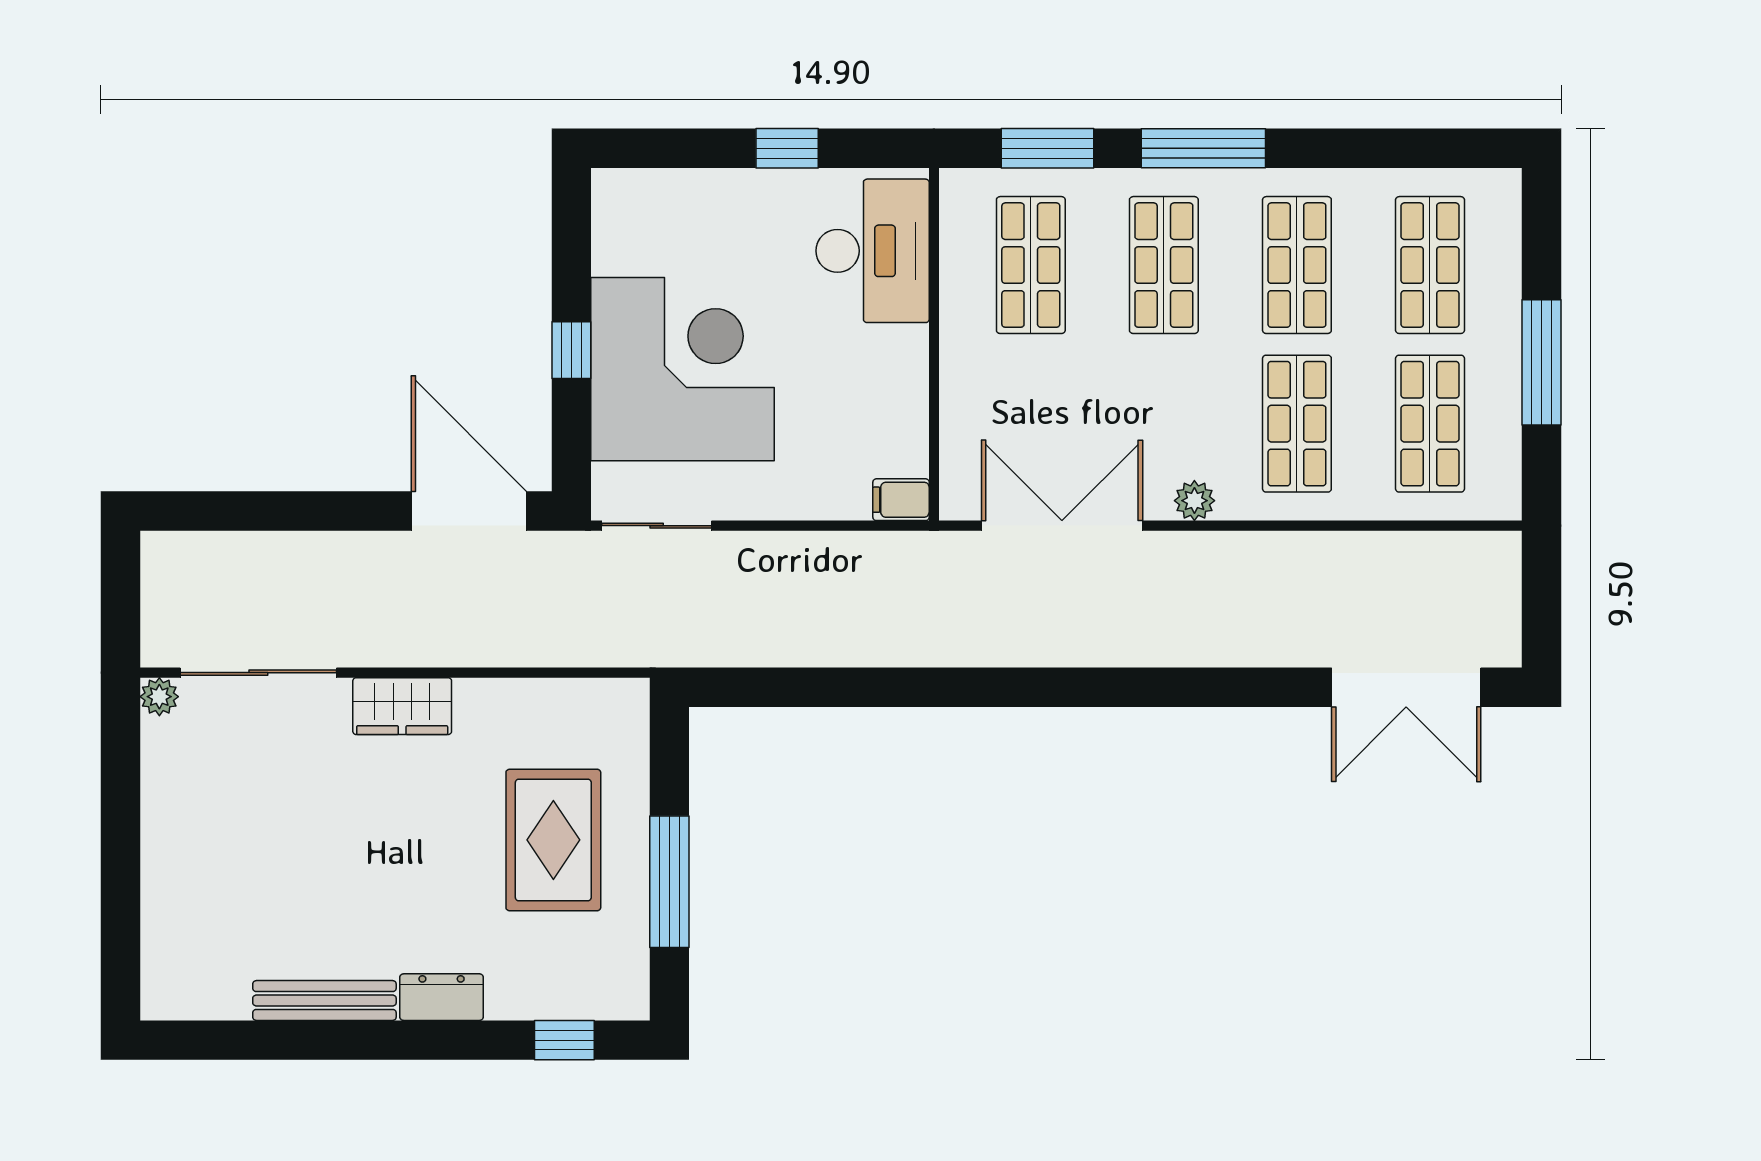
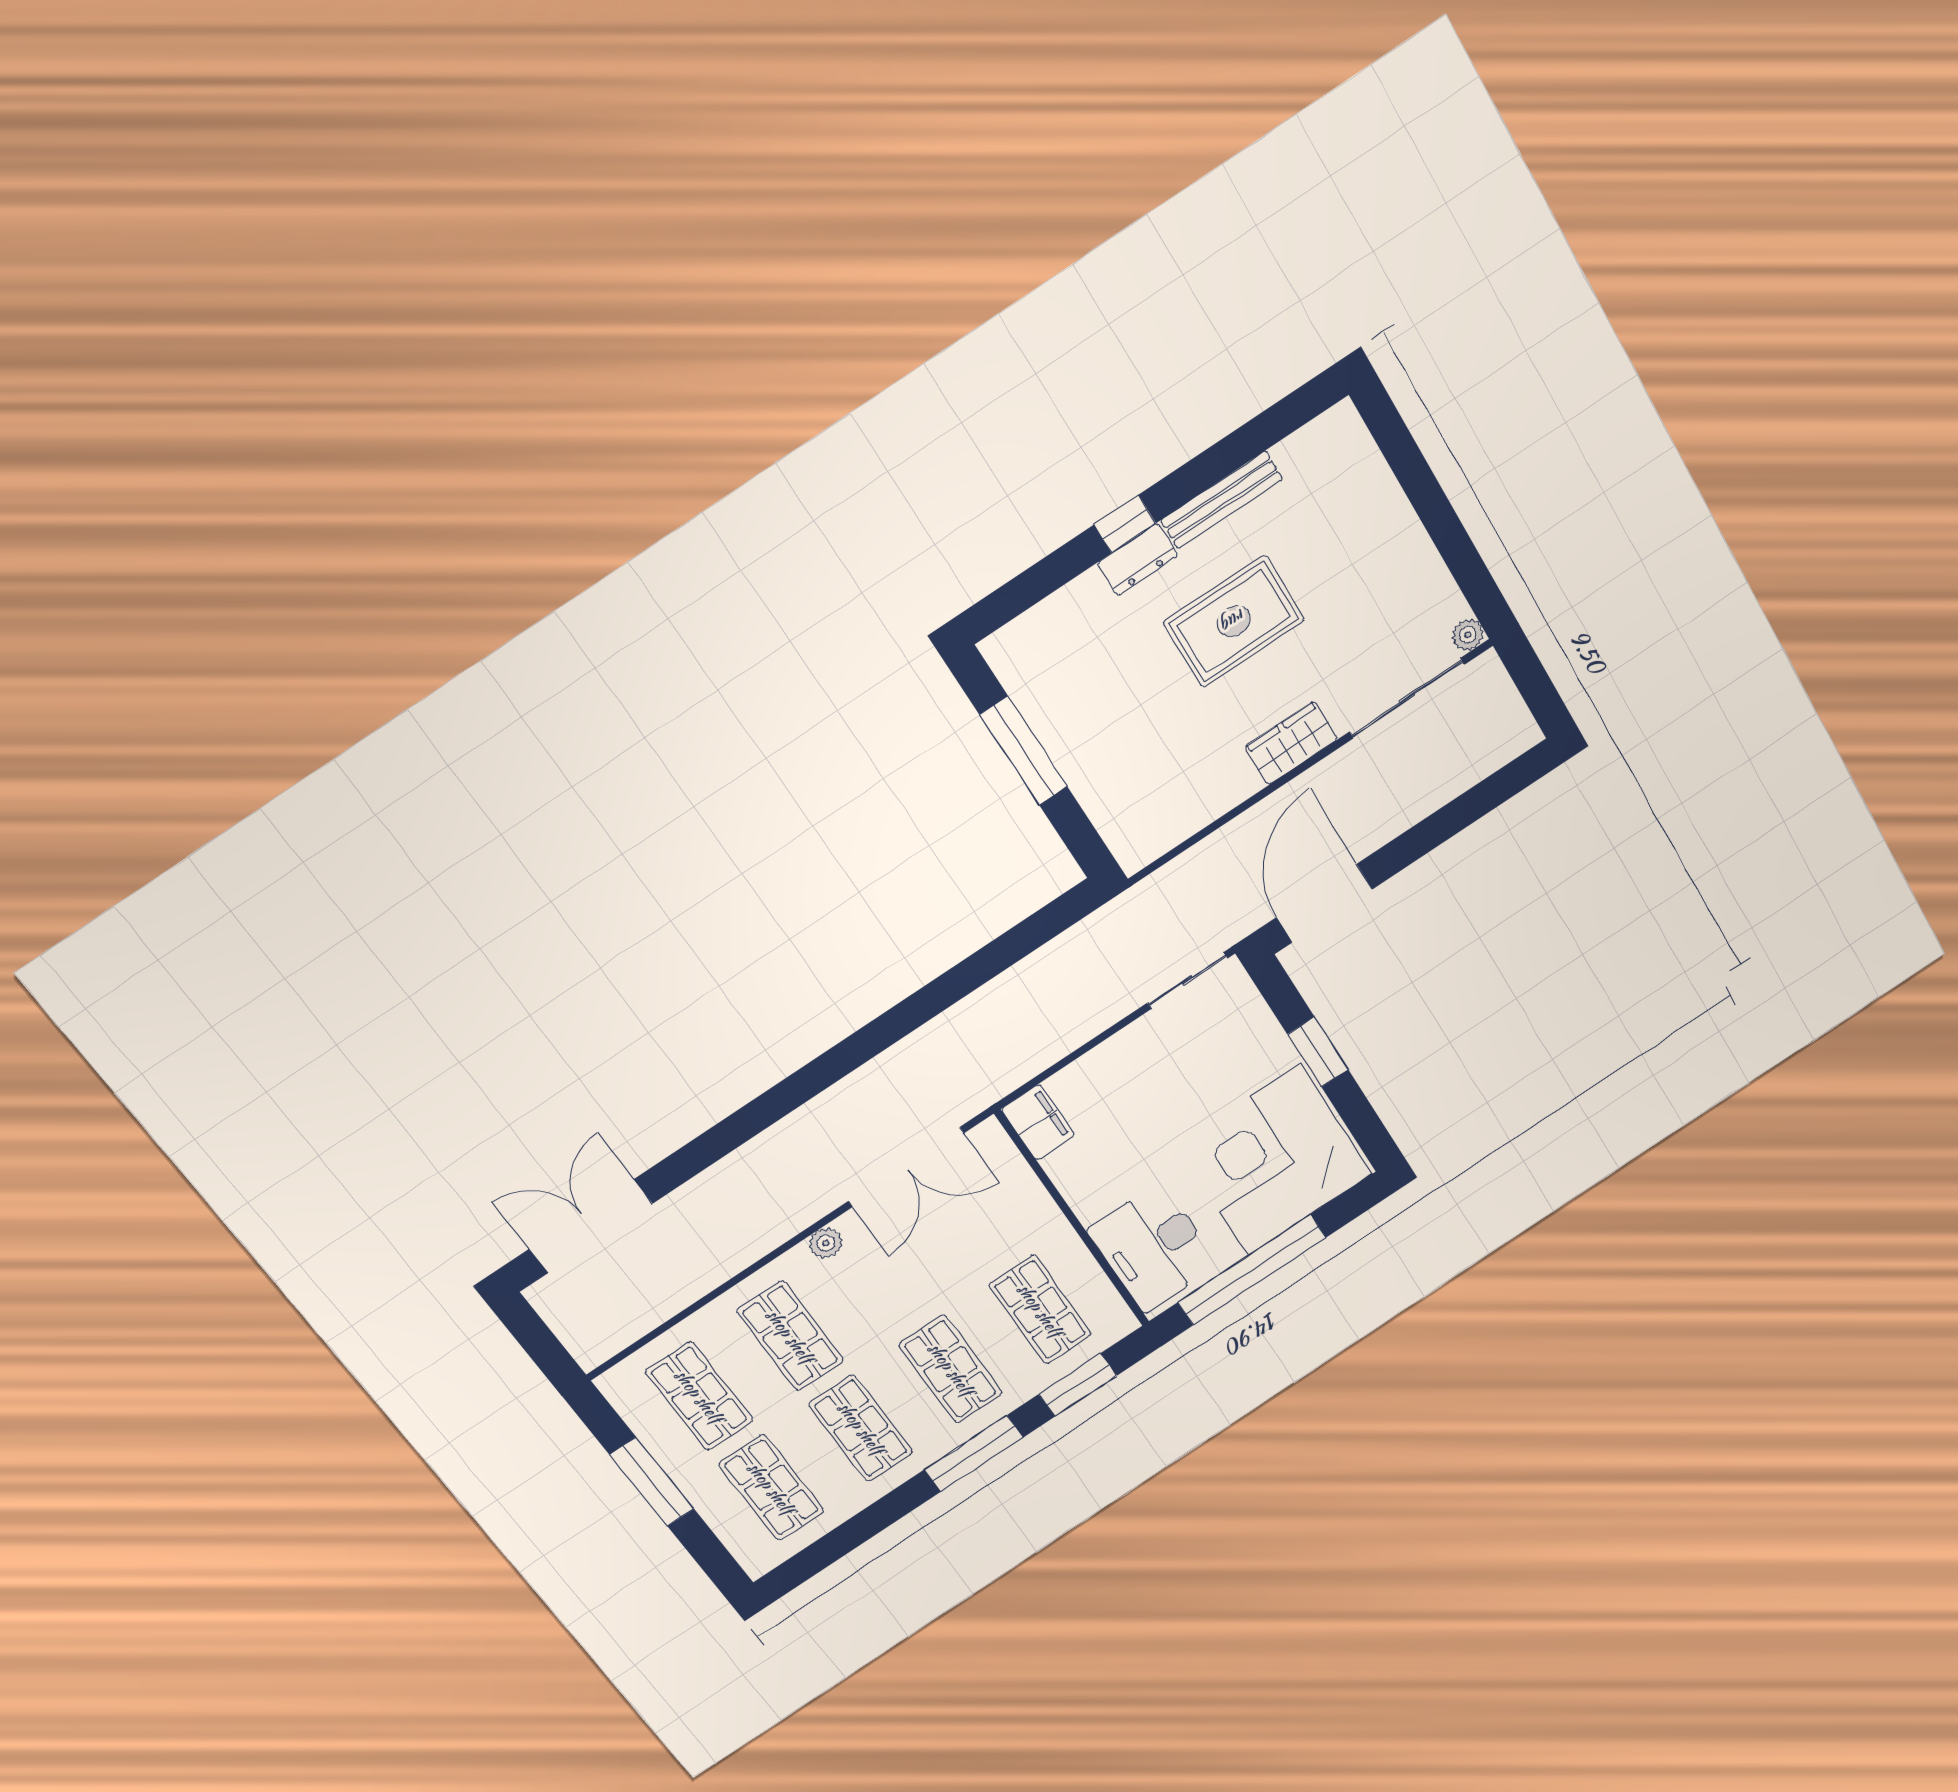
window: (787, 148) -> (1252, 1270), width x3.17
window: (571, 350) -> (1318, 1052), width x1.50
corner desk: (683, 369) -> (1274, 1160), moved, turned 90
filing cabinet: (901, 500) -> (1038, 1122), width x2.00
door: (469, 511) -> (1324, 903), swing flipped
rug: (553, 840) -> (1234, 621), moved, turned 90
window: (564, 1040) -> (1125, 524), moved

